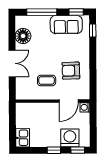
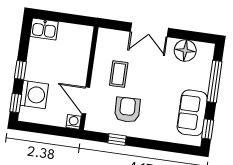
window: (93, 31) -> (117, 139), moved

